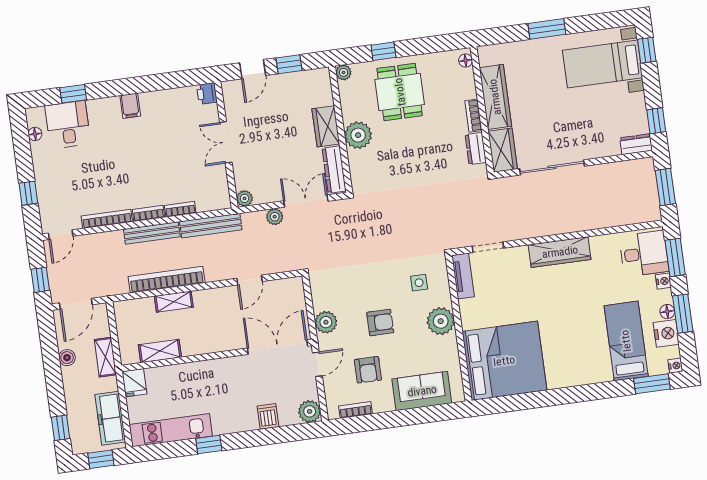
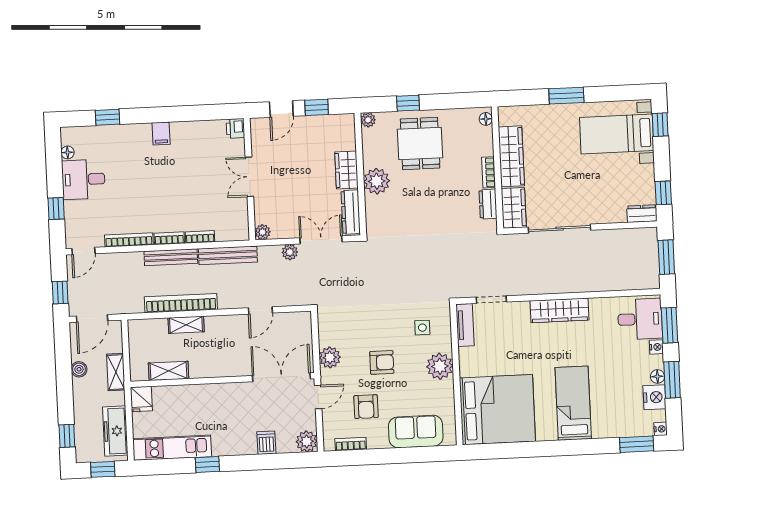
desk: (68, 125) -> (83, 179), moved, turned -90
bed: (626, 341) -> (573, 403), moved

